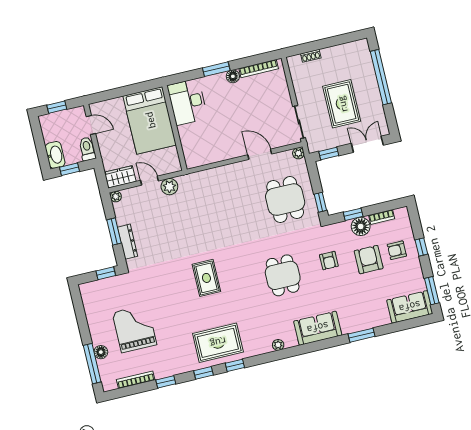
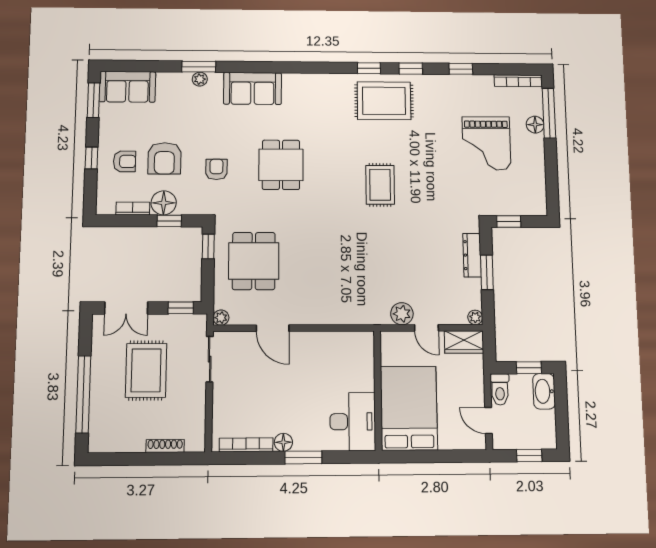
shoe rack: (311, 56) -> (165, 446), width x1.43
plant: (278, 345) -> (200, 79), moved
bookcase: (136, 380) -> (518, 81), moved

